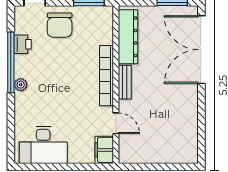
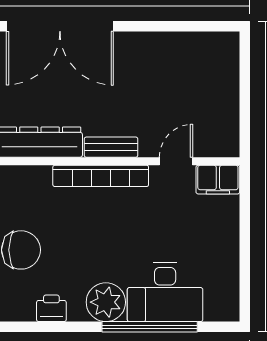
window: (11, 62) -> (150, 327), moved
plant: (21, 85) -> (106, 302), width x1.87, depth x1.87
desk: (43, 145) -> (165, 292), moved, turned 90

